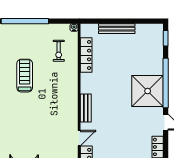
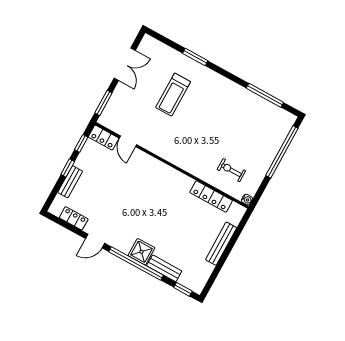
treadmill: (25, 76) -> (173, 95), moved, turned 90
shower: (148, 91) -> (141, 252), width x0.54, depth x0.54
bench: (86, 108) -> (164, 268), moved

